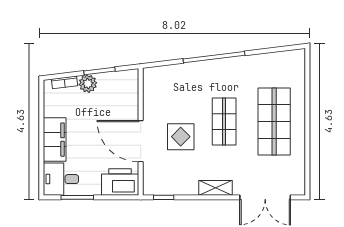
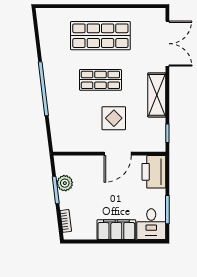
plant: (88, 84) -> (65, 183), moved
door: (141, 141) -> (118, 154), width x0.73
shelving: (215, 188) -> (157, 95), width x1.50, depth x1.33

